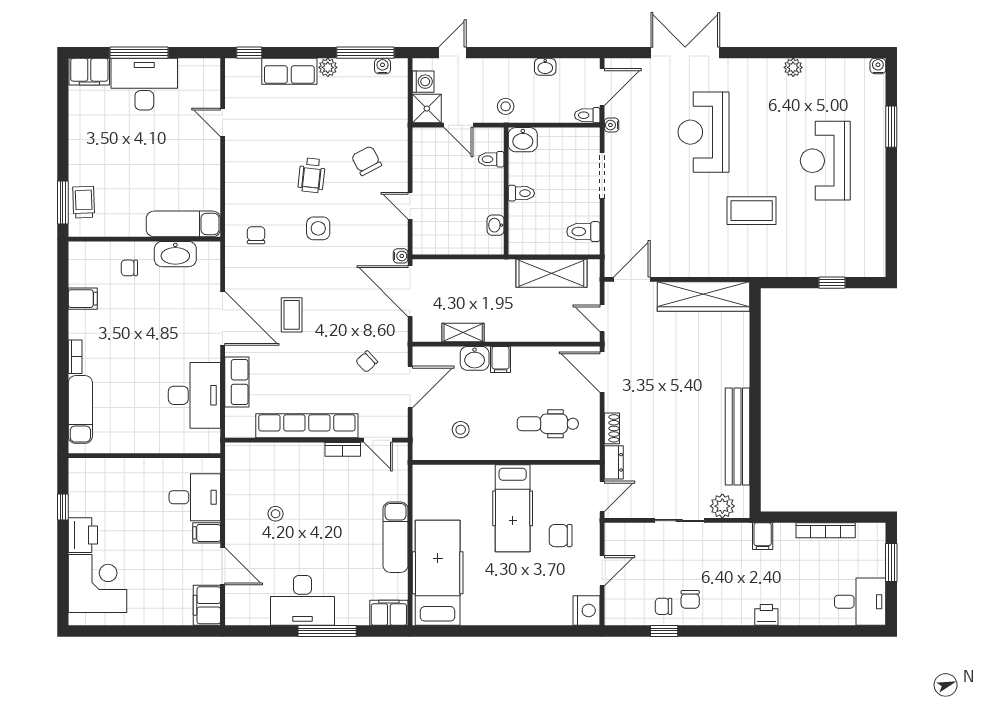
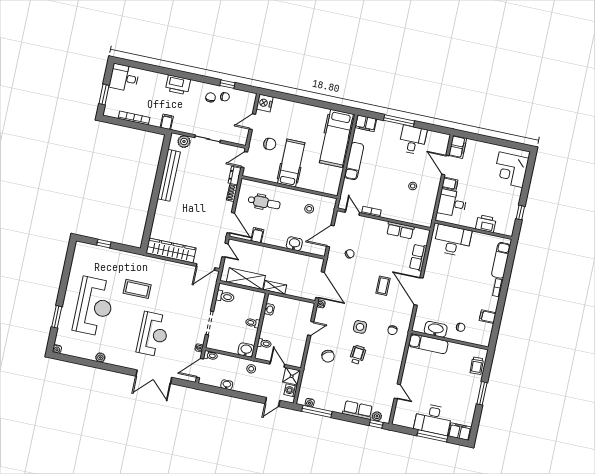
plant: (328, 67) -> (377, 416), moved
reception desk: (825, 161) -> (94, 306), width x1.36, depth x1.30
window: (63, 202) -> (482, 393), moved
door: (410, 206) -> (311, 328), hinge flipped
shelving: (463, 332) -> (275, 287), moved
filing cabinet: (501, 360) -> (257, 235), moved
desk: (194, 395) -> (453, 240), moved, turned 90
row of seats: (307, 426) -> (400, 230), width x0.50
printer: (83, 535) -> (486, 224), moved, turned 90
desk: (303, 600) -> (413, 140), width x0.73
printer: (766, 615) -> (178, 85), width x1.87, depth x1.48

